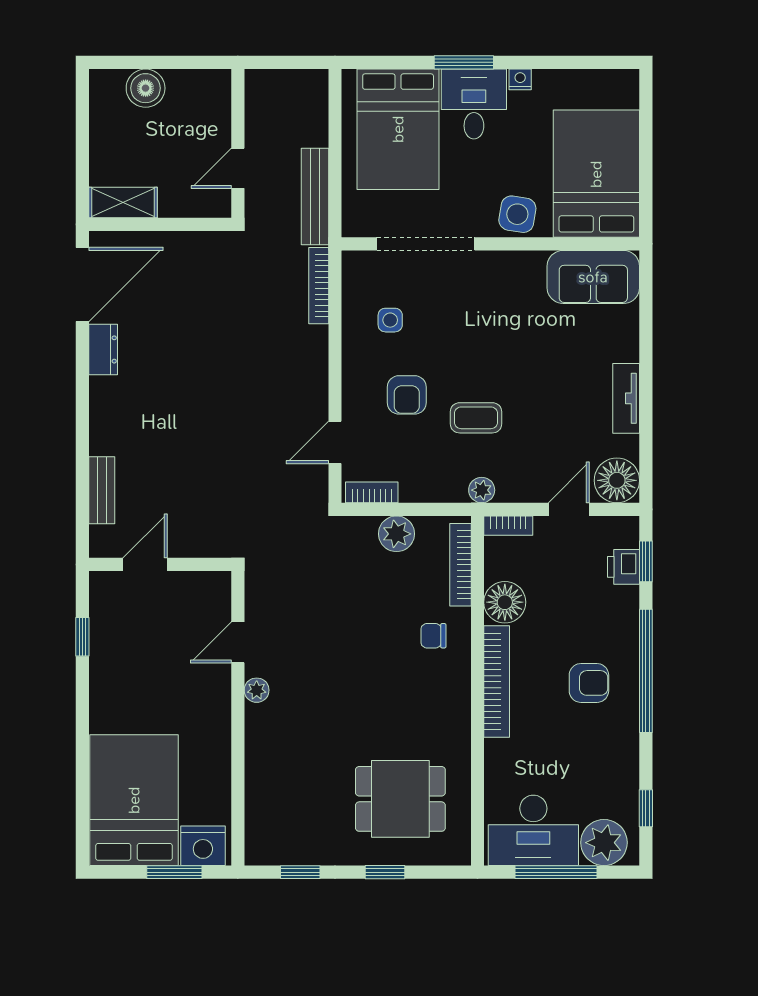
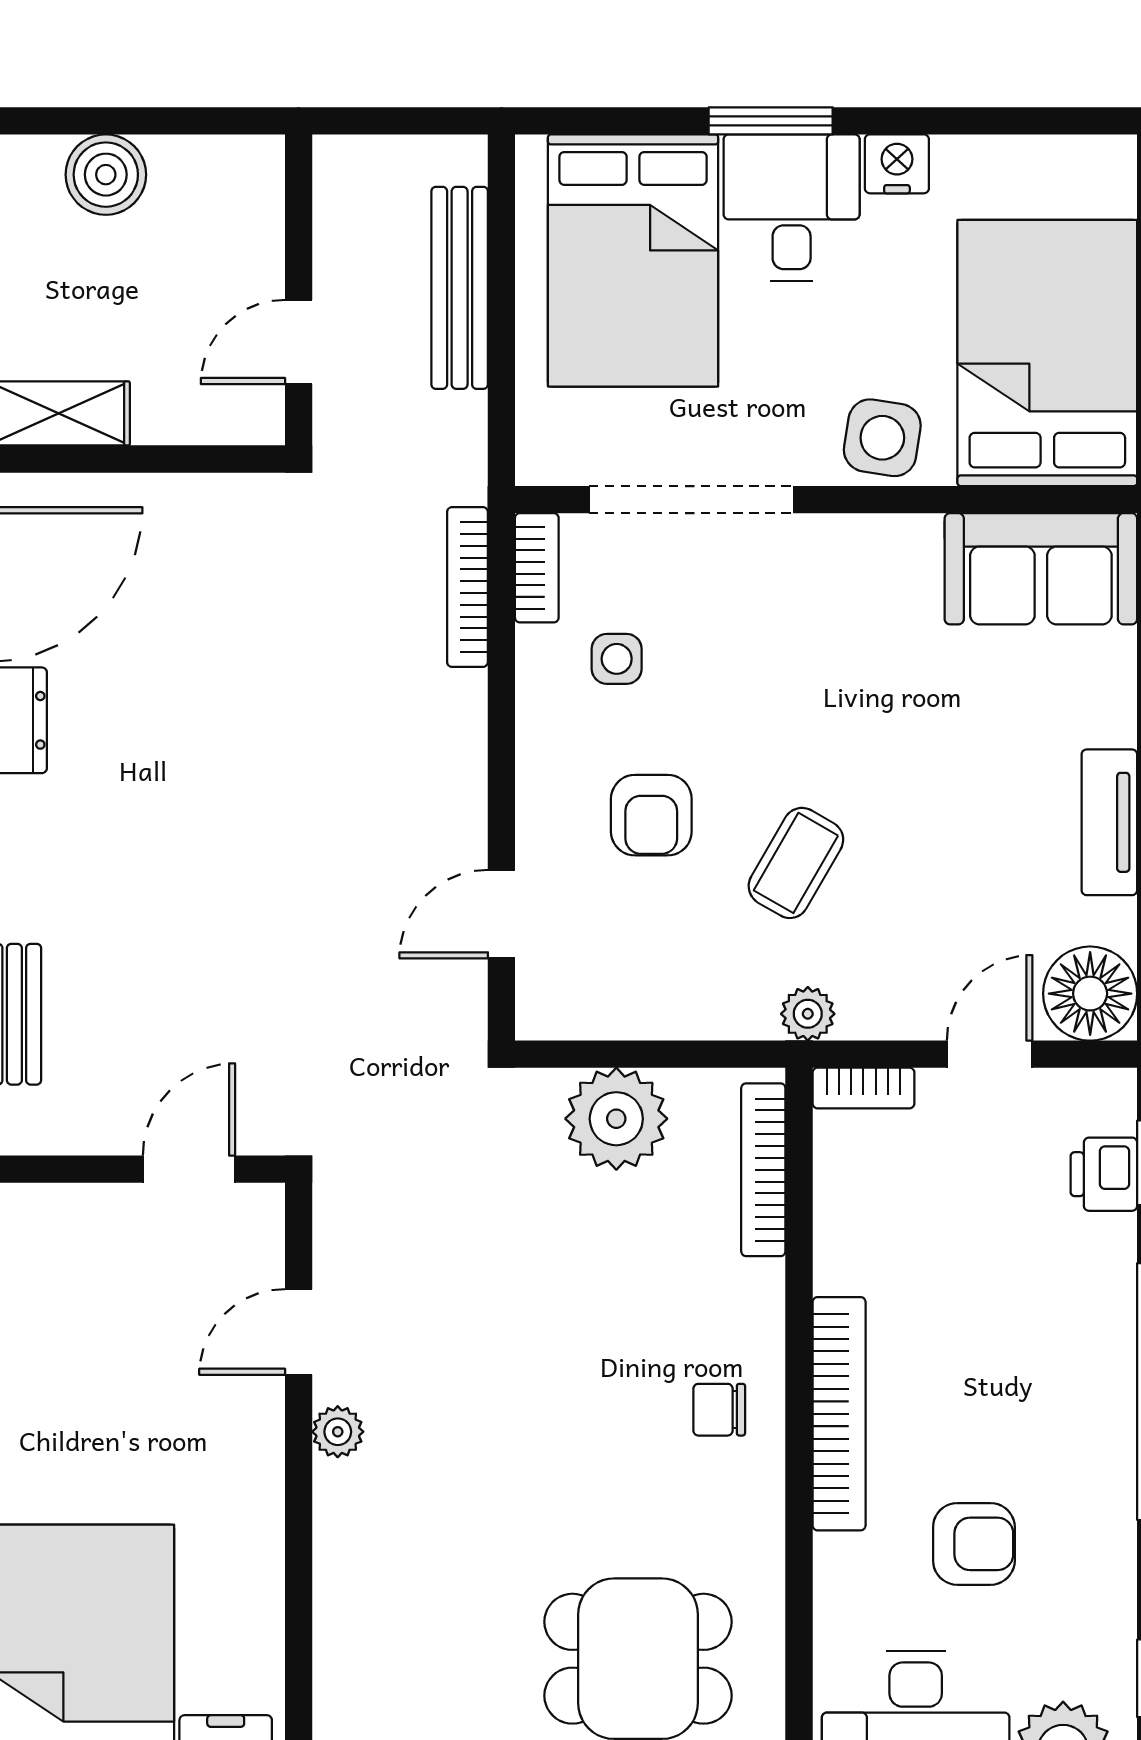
nightstand: (520, 79) -> (897, 164), width x1.39, depth x1.35
bench: (315, 196) -> (460, 288), moved
coffee table: (476, 418) -> (796, 863), turned -60
bookcase: (372, 492) -> (537, 568), moved, turned 90
plant: (396, 534) -> (616, 1119), width x1.36, depth x1.36
door: (145, 564) -> (189, 1169), moved
floor lamp: (505, 602) -> (856, 1248), removed
chair: (433, 636) -> (719, 1410), moved
armchair: (589, 683) -> (974, 1544), moved

